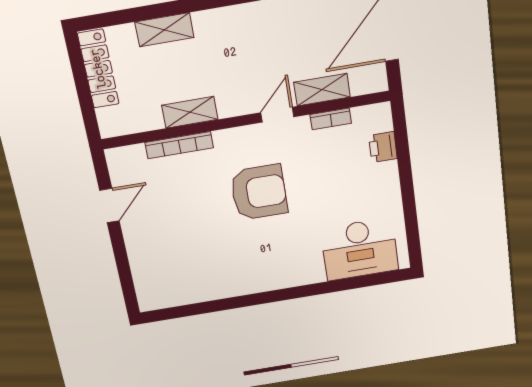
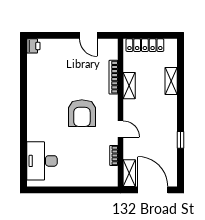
locker: (98, 69) -> (145, 45), moved
shelving: (322, 90) -> (129, 173), moved
printer: (383, 147) -> (33, 46), moved, turned 90

